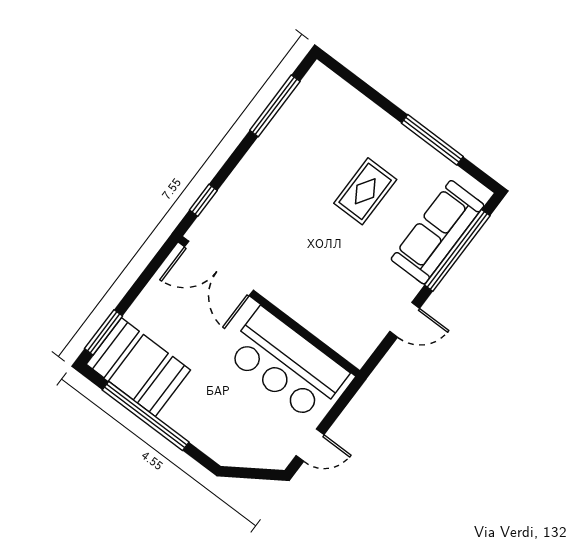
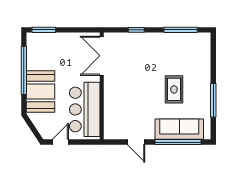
rug: (365, 191) -> (174, 89), turned 90
window: (203, 200) -> (136, 30), moved
booth: (138, 367) -> (40, 91), moved
door: (310, 445) -> (60, 142), swing flipped

